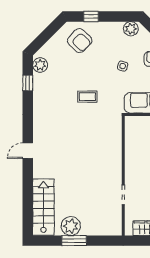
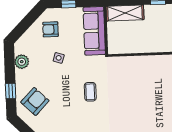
plant: (131, 29) -> (22, 62), moved

